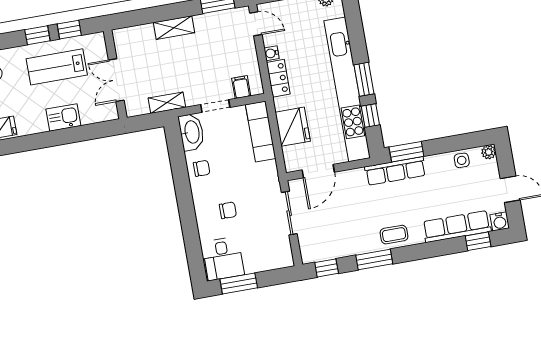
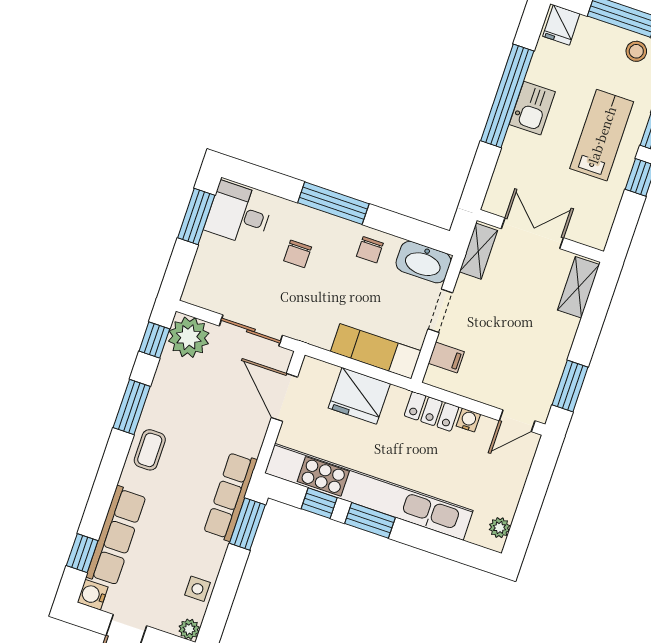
shelving: (174, 28) -> (578, 287), moved
wall: (115, 74) -> (540, 236), moved
double door: (116, 80) -> (532, 233), moved
window: (64, 136) -> (507, 96), added
window: (186, 206) -> (333, 203), added
plant: (314, 248) -> (189, 337), added

